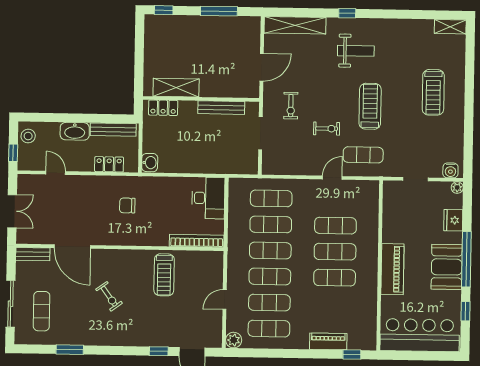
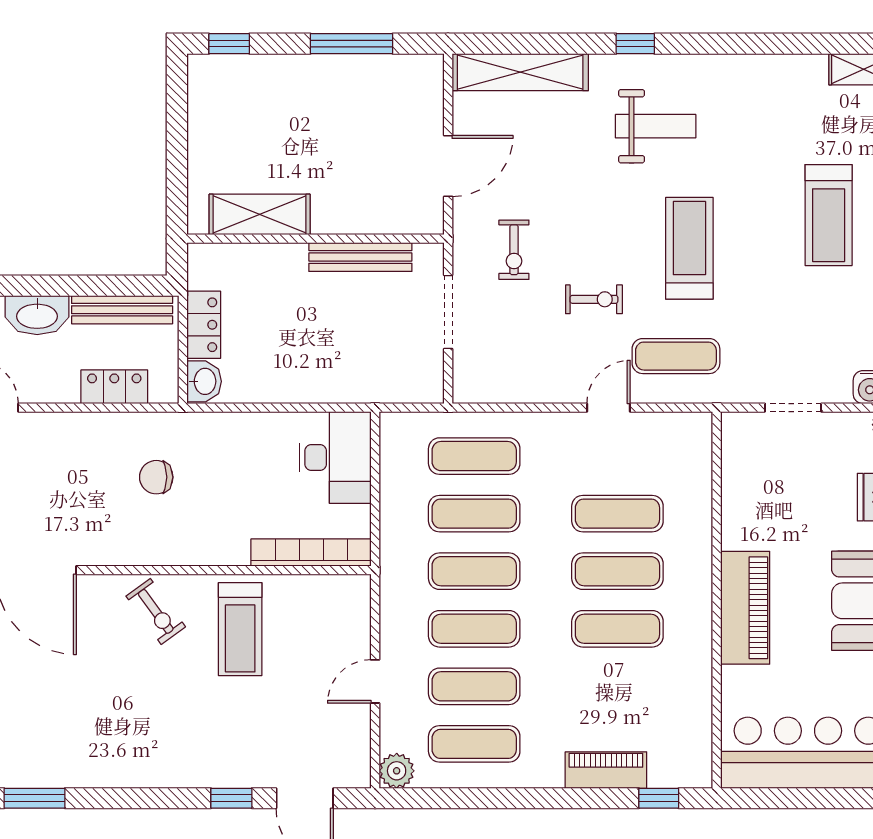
locker: (163, 108) -> (204, 325), moved, turned -90
exercise bike: (109, 296) -> (156, 611), moved

